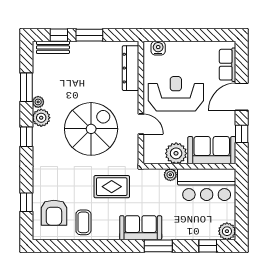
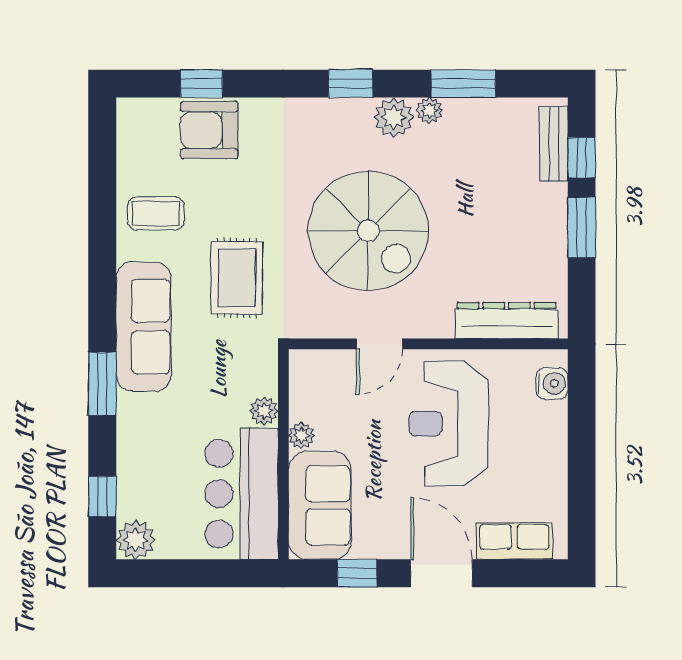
reception desk: (176, 94) -> (448, 424), turned 180
plant: (176, 153) -> (301, 435), width x0.53, depth x0.53
armchair: (54, 213) -> (209, 130), moved
sofa: (141, 228) -> (144, 327), width x1.36

